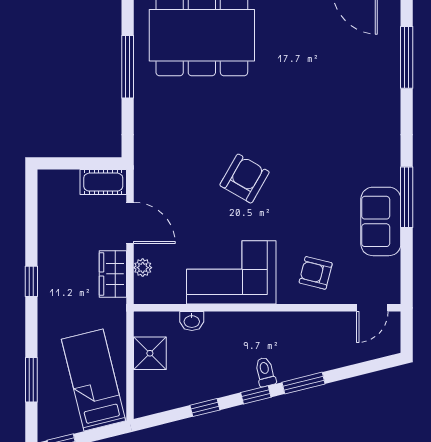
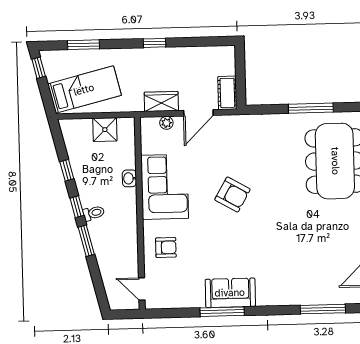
sofa: (381, 221) -> (230, 293), moved
armchair: (316, 273) -> (166, 247), turned 76
washbasin: (192, 321) -> (129, 178), moved

